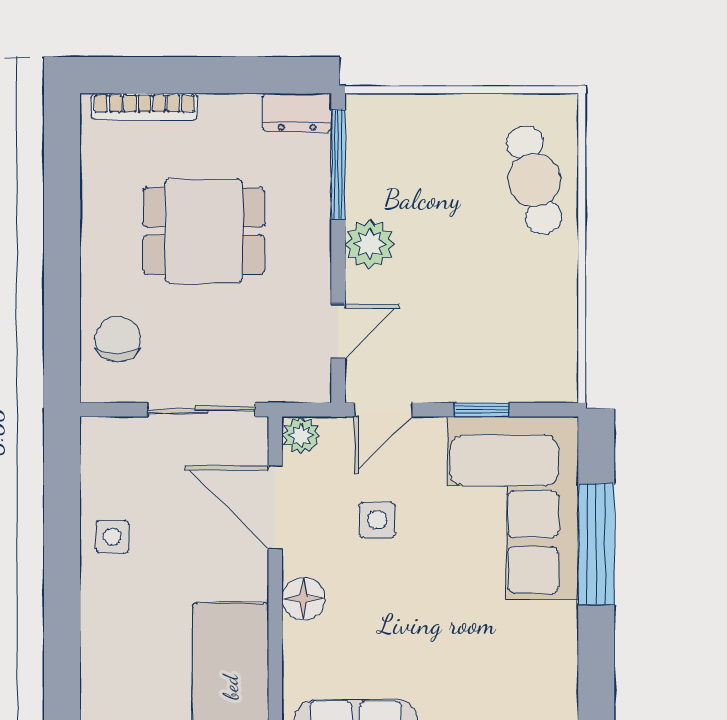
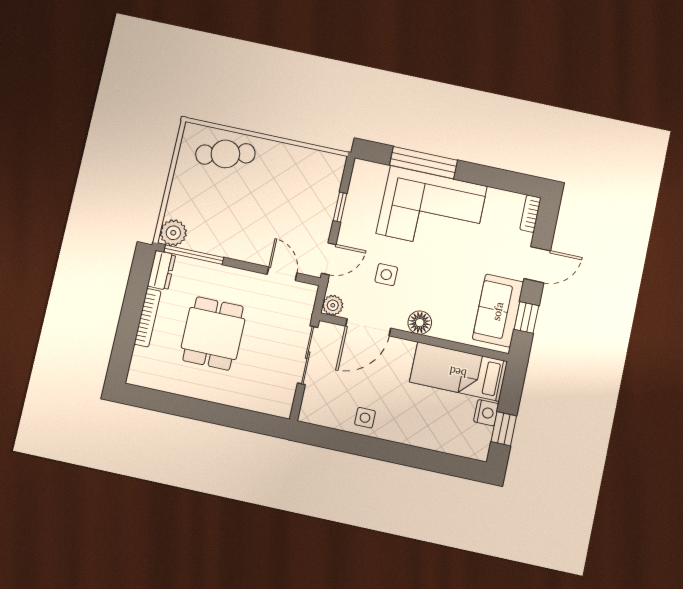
bookcase: (144, 107) -> (148, 318), moved
plant: (370, 244) -> (173, 233), moved
chair: (118, 339) -> (260, 392), removed
door: (383, 410) -> (329, 259), hinge flipped
corner sofa: (513, 508) -> (432, 210), moved

